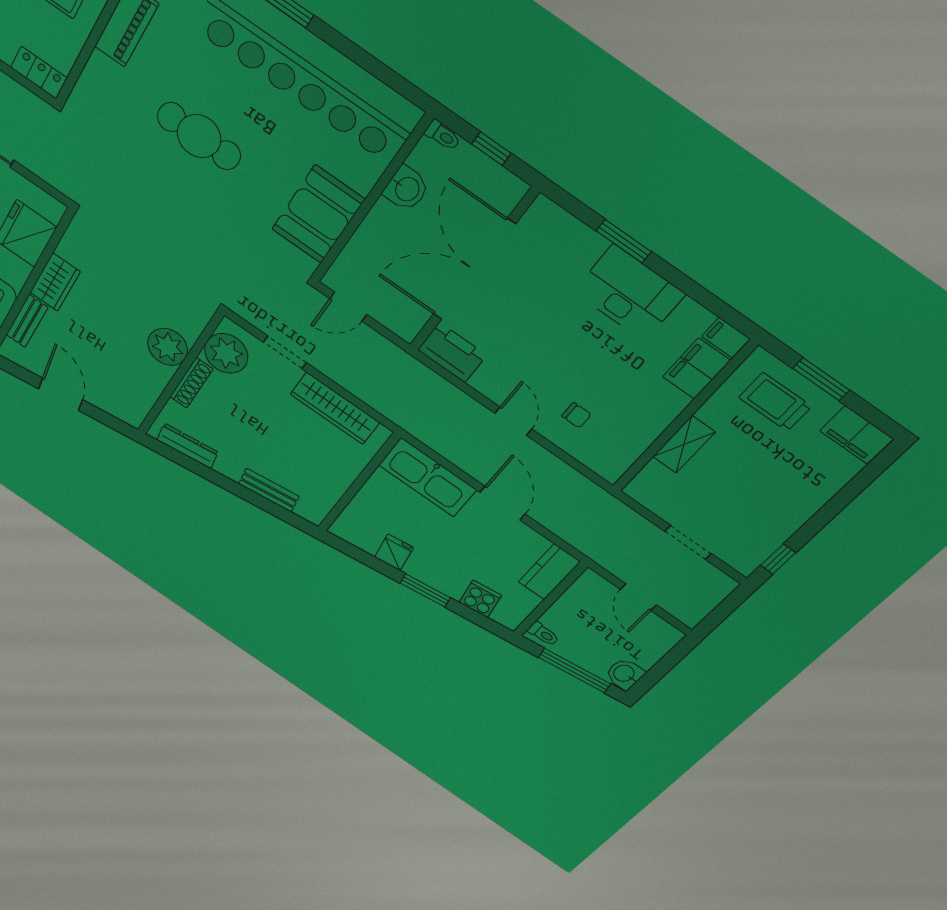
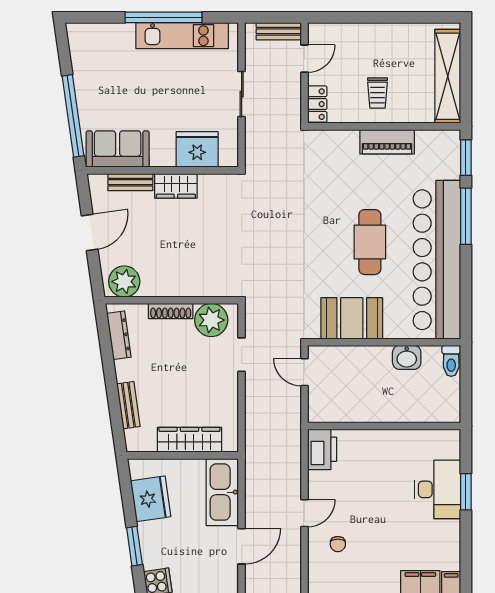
toilet: (443, 135) -> (451, 361), width x1.37, depth x1.39
cafe table: (199, 136) -> (370, 242), moved
window: (491, 149) -> (466, 387), removed
double door: (474, 270) -> (385, 426), removed
desk: (629, 293) -> (438, 489), moved
plant: (168, 347) -> (124, 282), moved
wardrobe: (335, 408) -> (189, 440), moved, turned 90
fridge: (394, 552) -> (151, 499), width x1.88, depth x1.34

